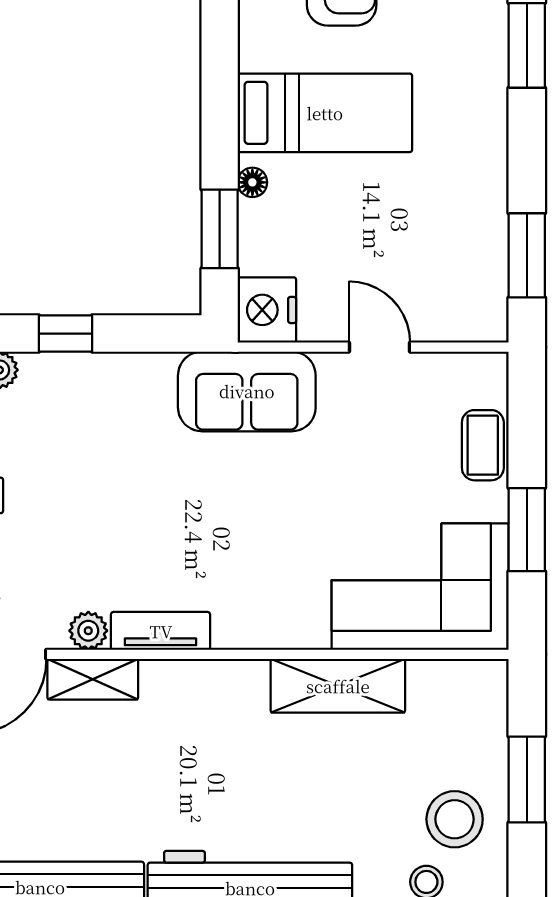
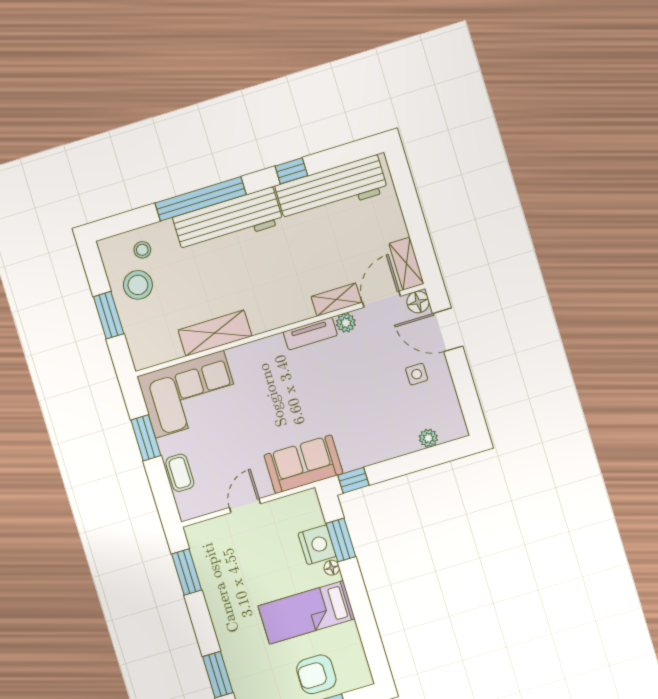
nightstand: (267, 310) -> (317, 545), moved
window: (65, 334) -> (353, 480), moved
door: (379, 347) -> (245, 506), swing flipped

